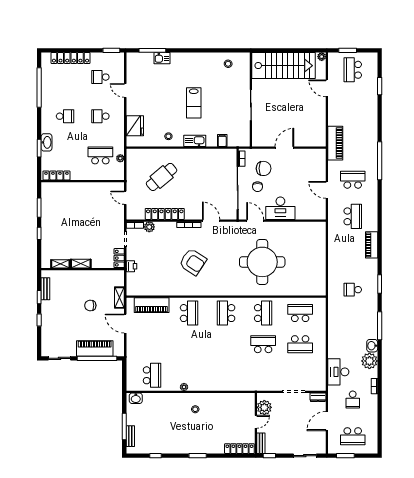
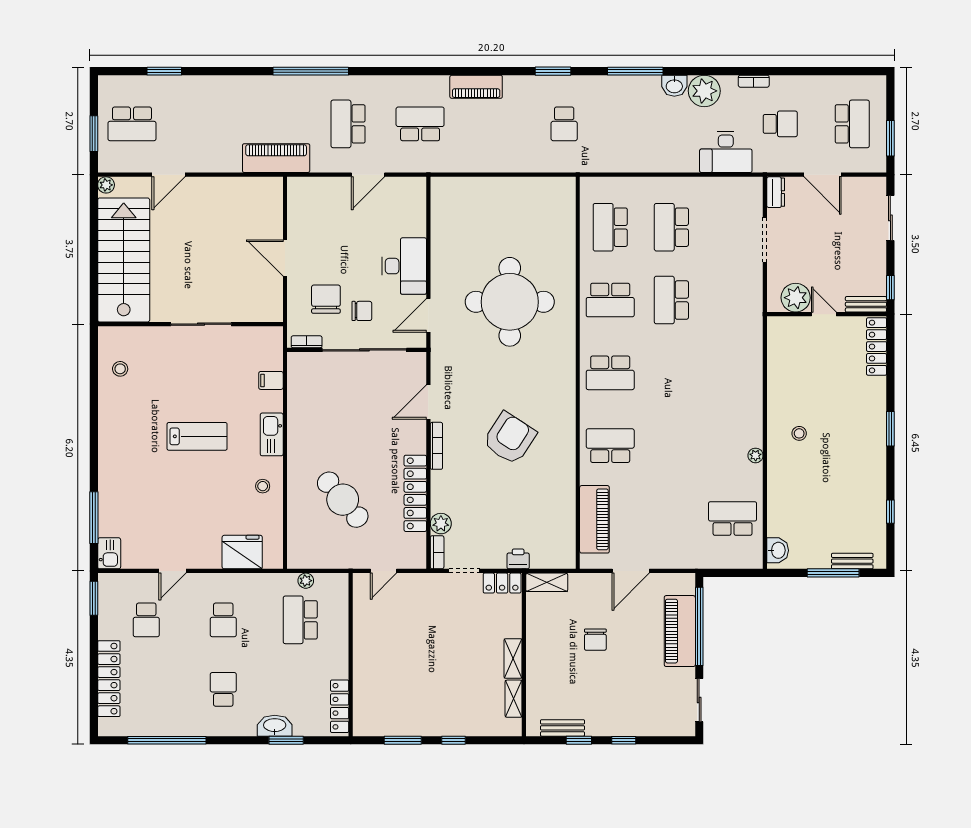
kitchen sink: (162, 58) -> (109, 553), moved
shelving: (119, 298) -> (547, 582), moved
school desk: (263, 313) -> (610, 300), turned 180
school desk: (300, 344) -> (671, 227), turned 180

